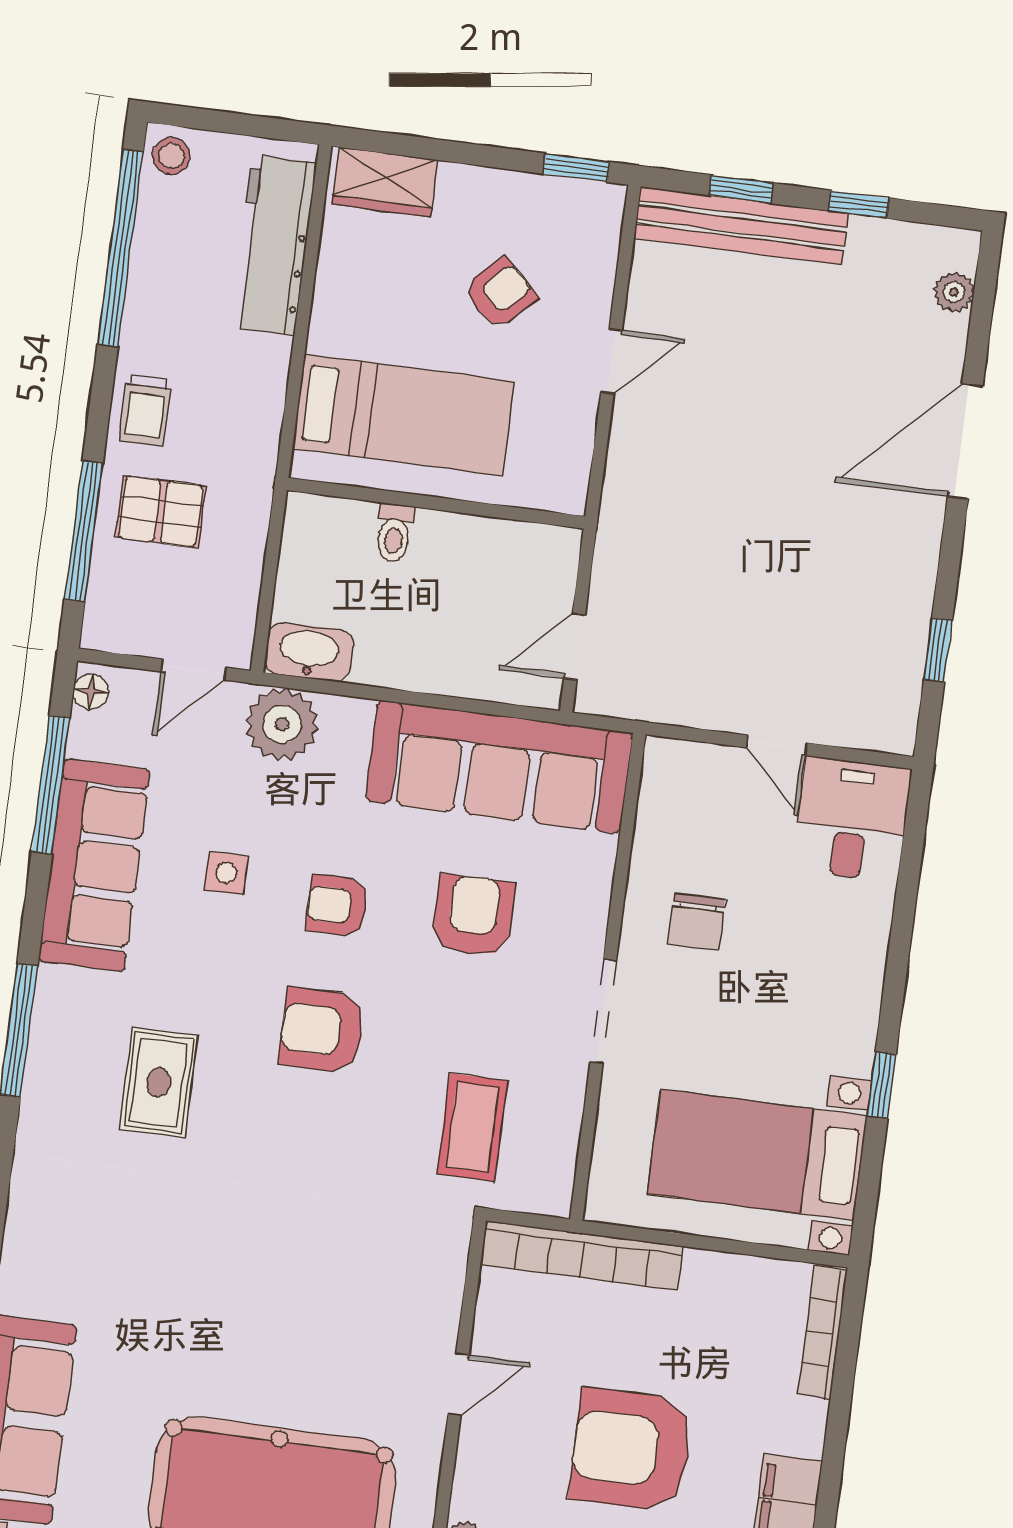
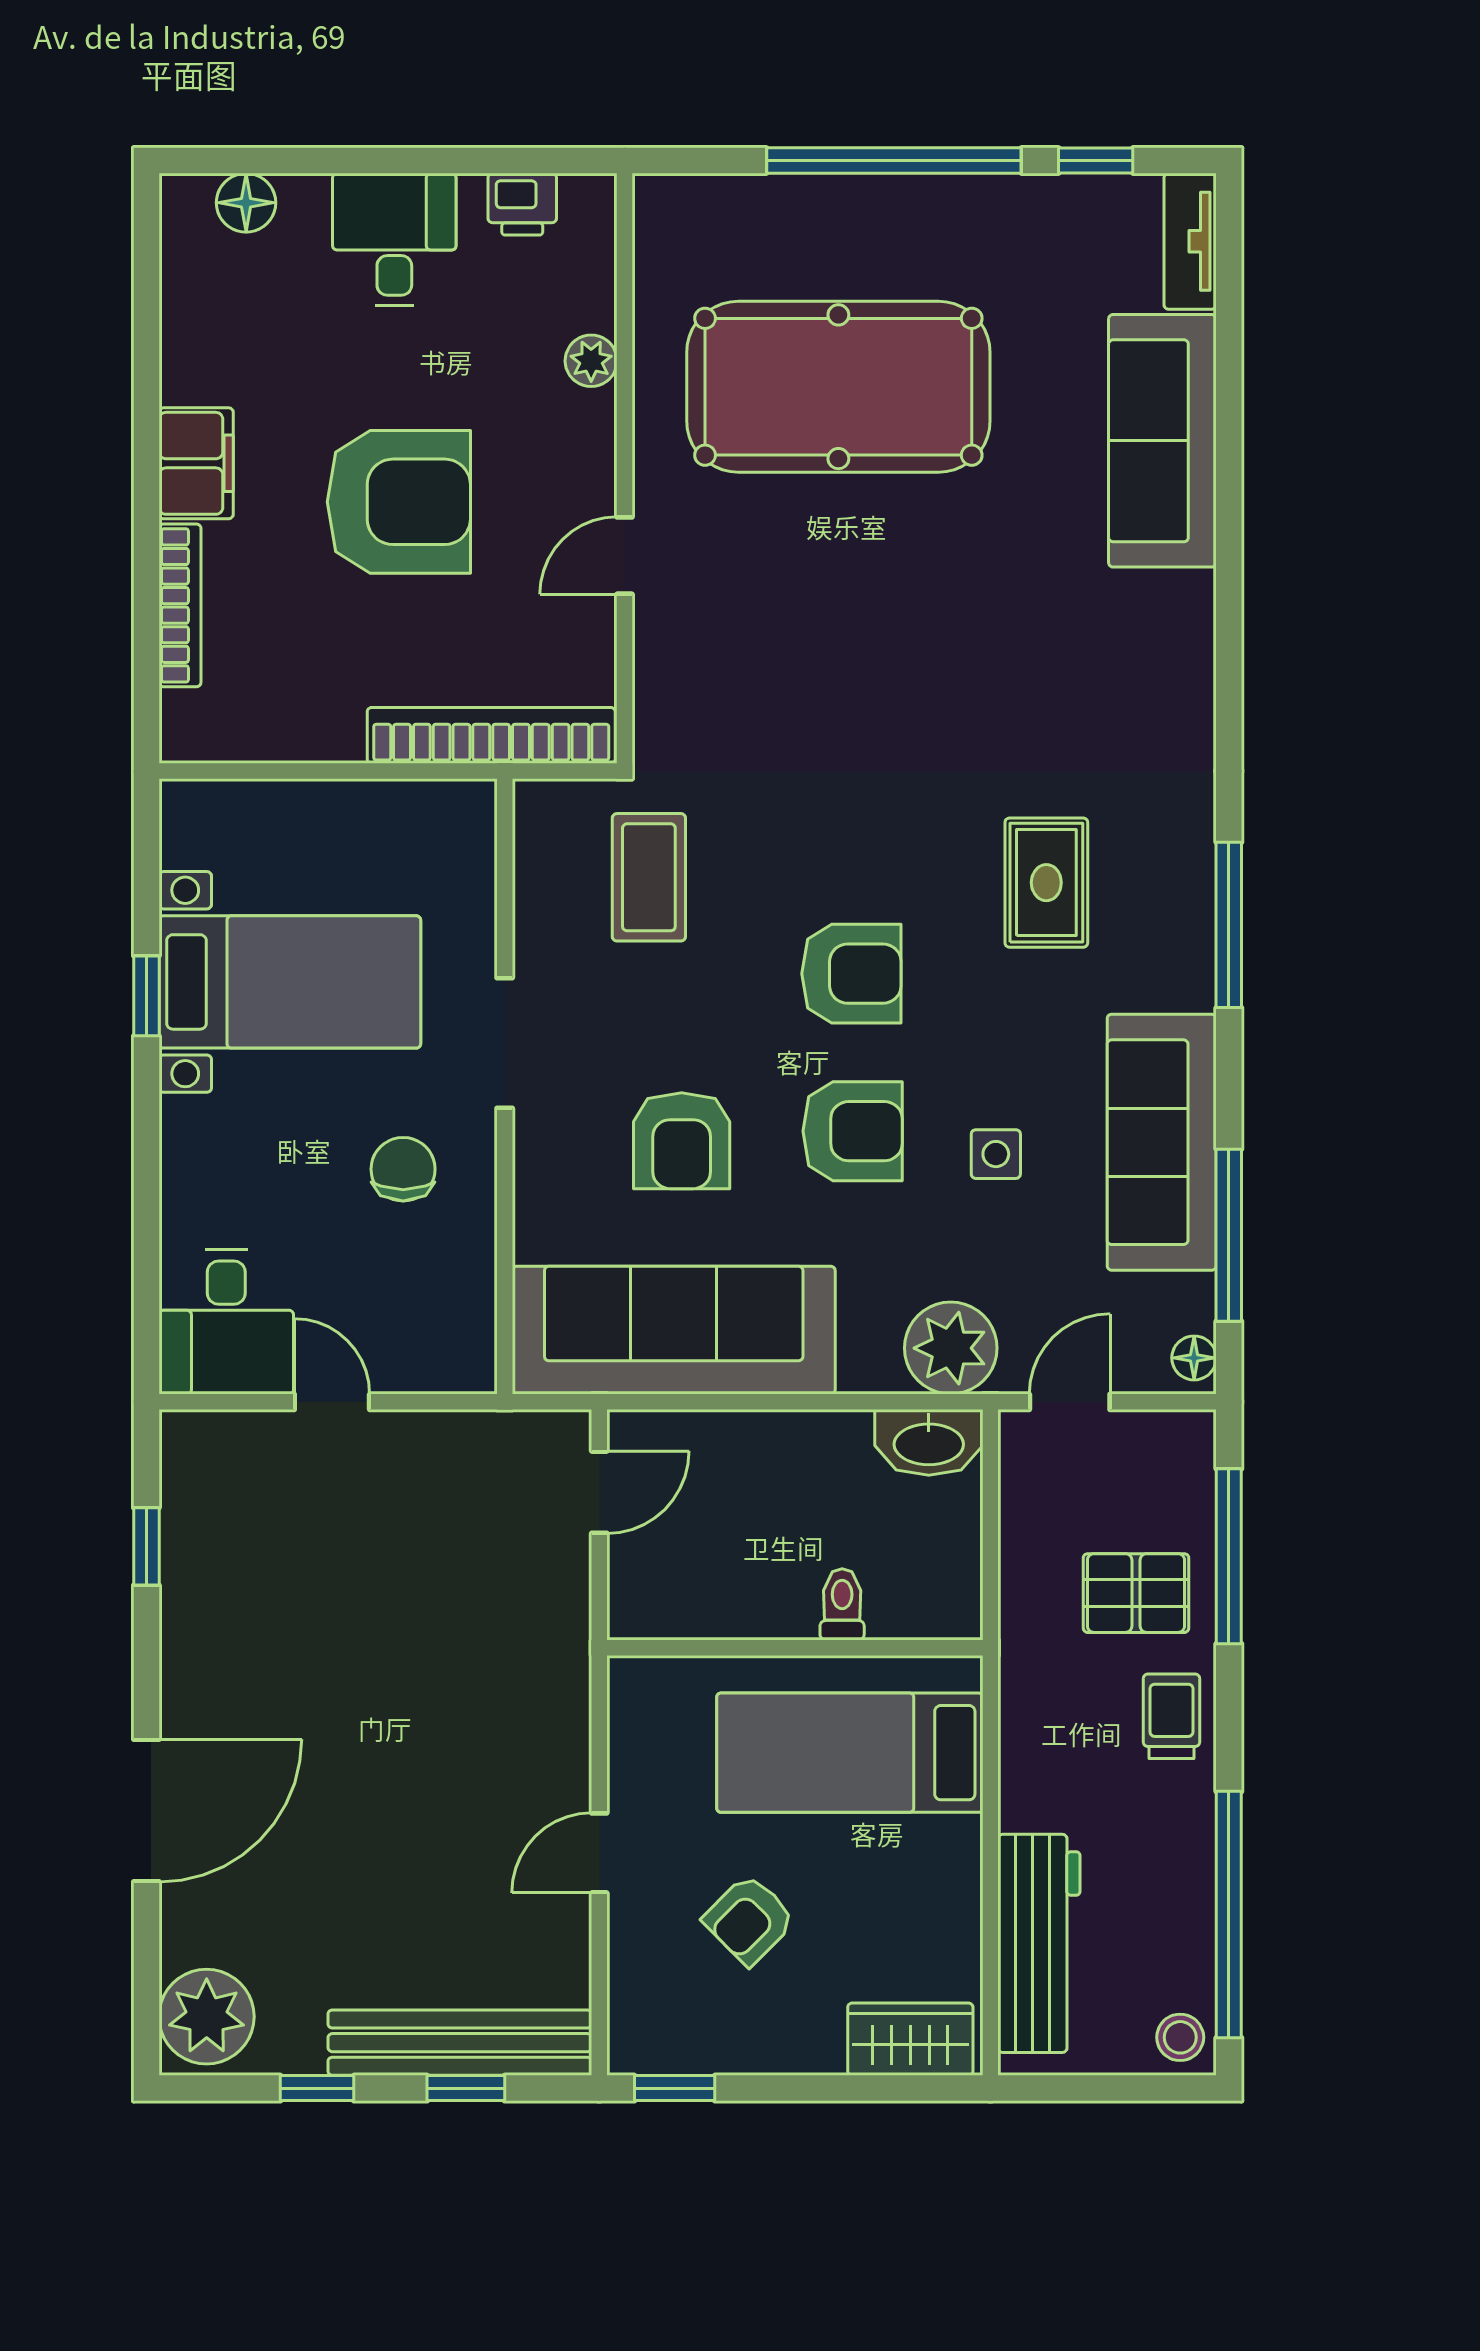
plant: (954, 292) -> (207, 2017), width x1.88, depth x1.88
armchair: (337, 906) -> (853, 1131), width x1.38, depth x1.38
bed with nightstands: (757, 1155) -> (290, 982), moved
bookcase: (822, 1333) -> (180, 605), moved

